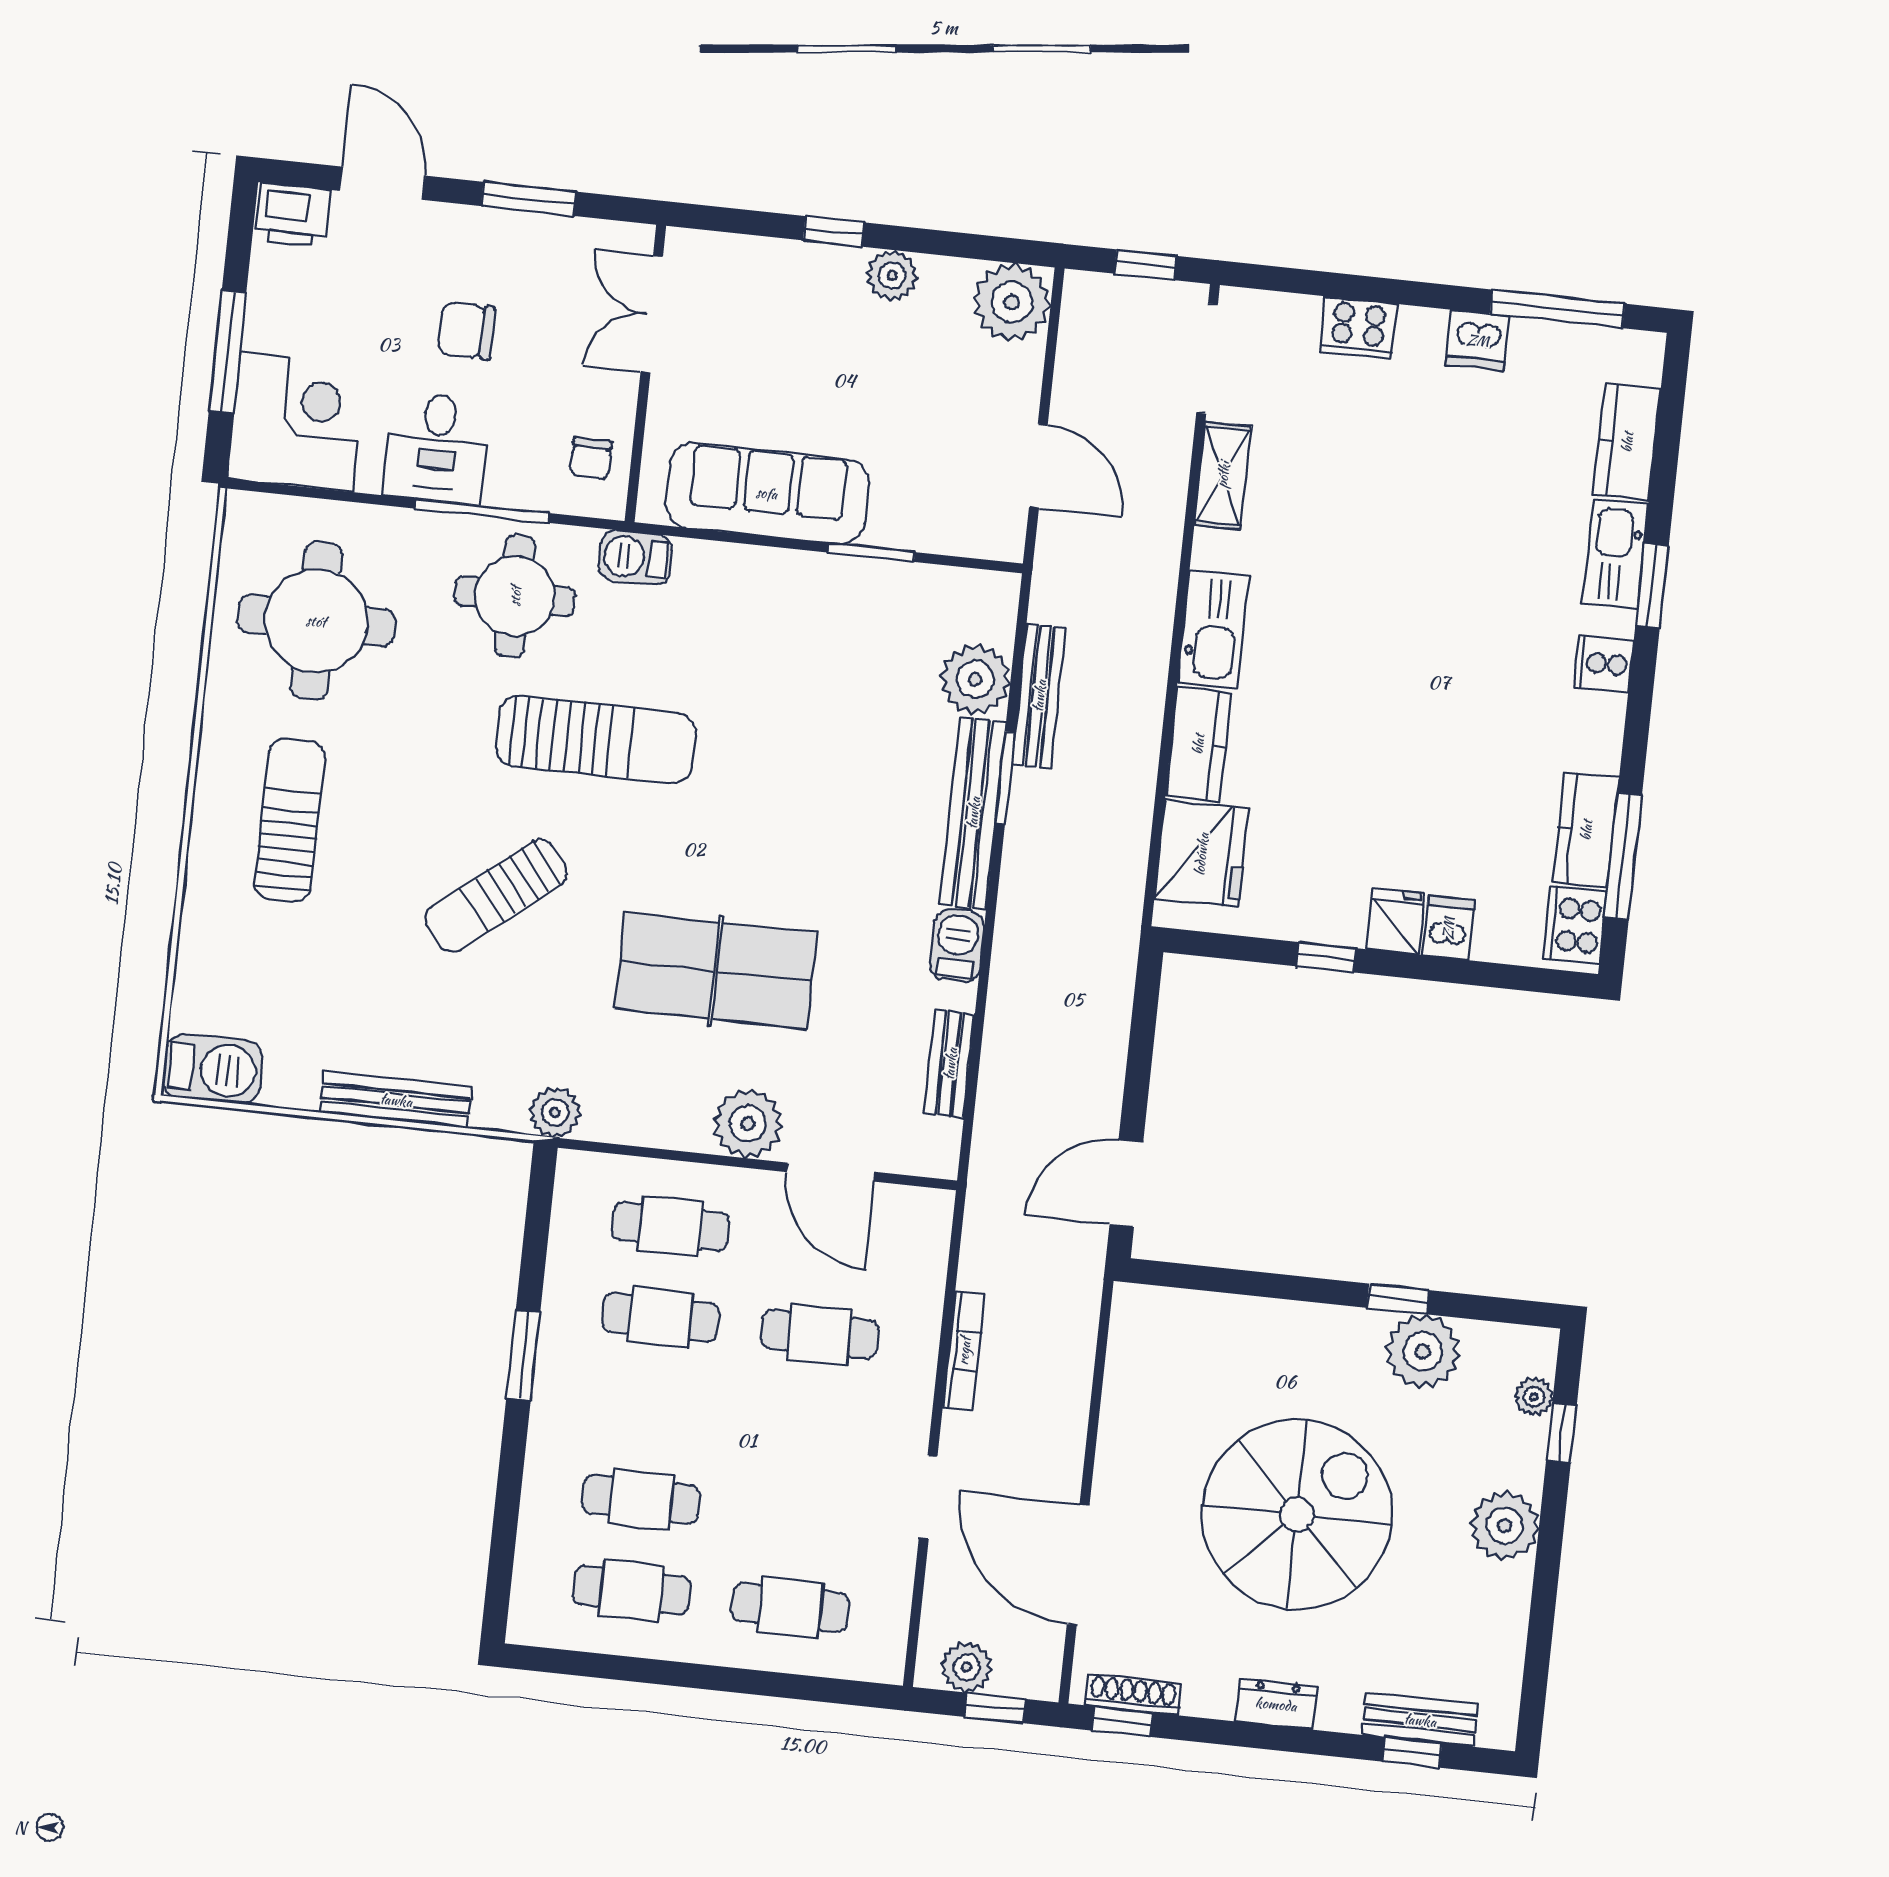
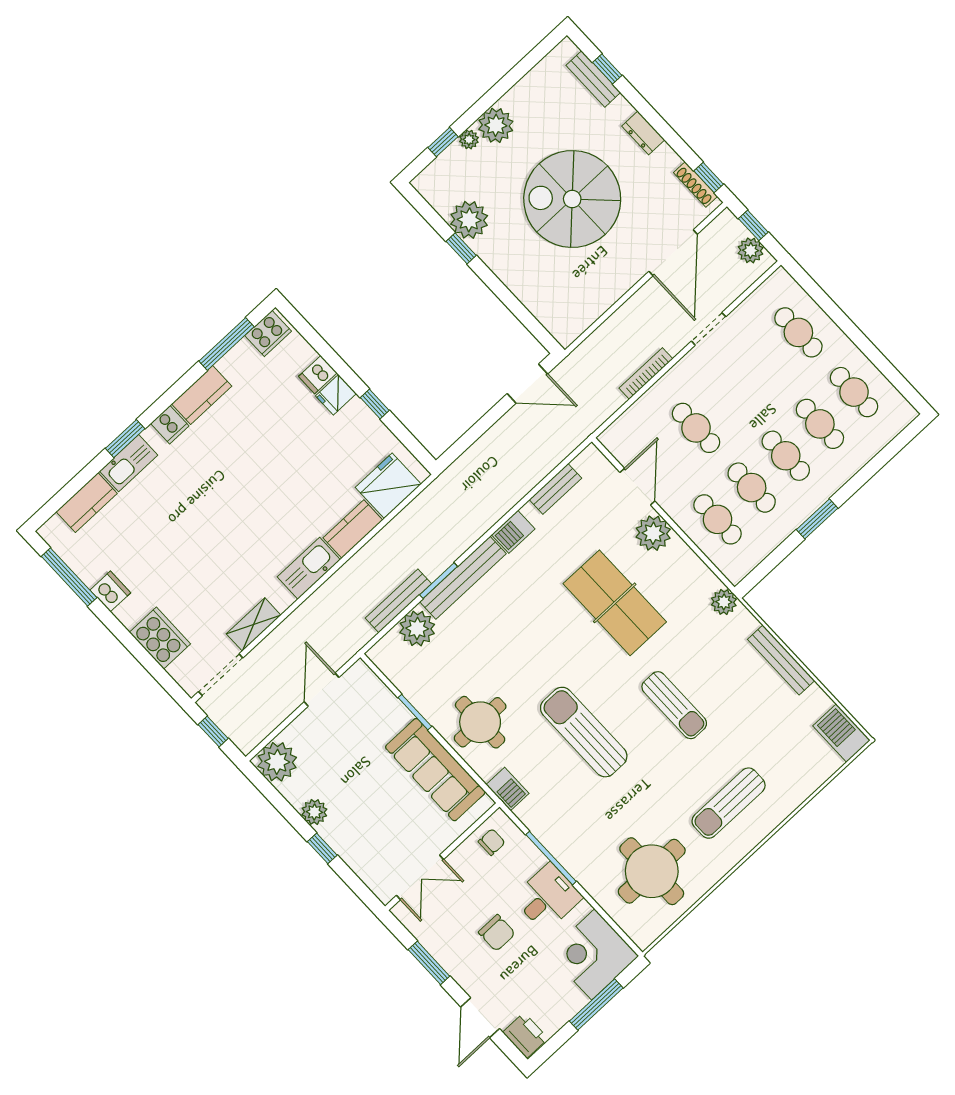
cooker: (1358, 328) -> (160, 638), width x1.37, depth x1.31
round table: (515, 596) -> (480, 722), moved
kitchen counter: (1586, 830) -> (202, 395), moved
sun lounger: (496, 896) -> (674, 705), turned 39
plant: (1534, 1397) -> (469, 139), moved
cafe table: (651, 1408) -> (786, 456), added

